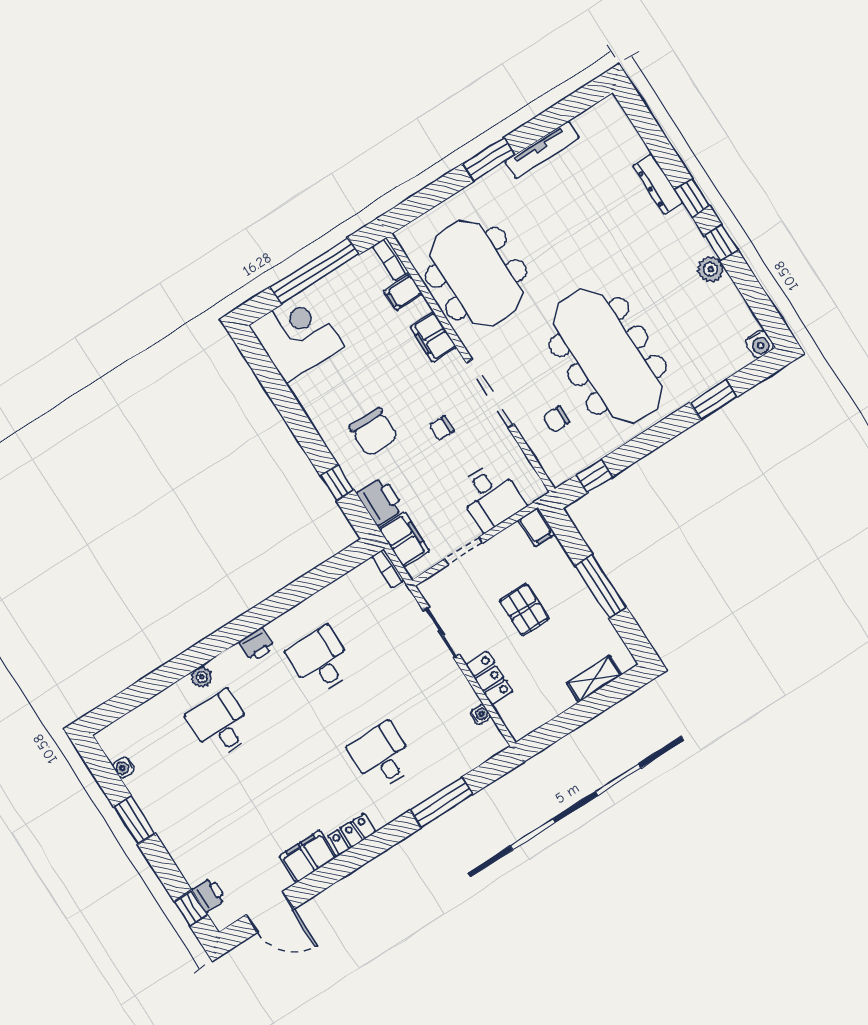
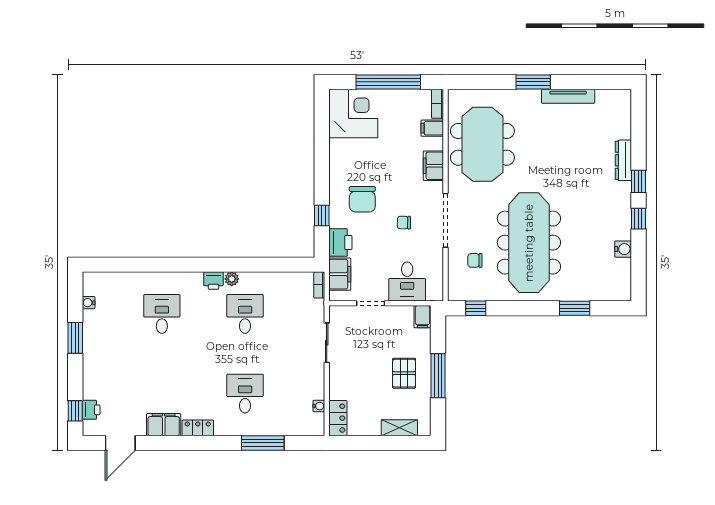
plant: (711, 269) -> (622, 230), removed
water cooler: (760, 344) -> (623, 249), moved, turned -90
pallet: (524, 610) -> (404, 373), moved
plant: (202, 677) -> (232, 279), moved
locker: (489, 678) -> (338, 418), moved
door: (270, 912) -> (120, 443), hinge flipped

